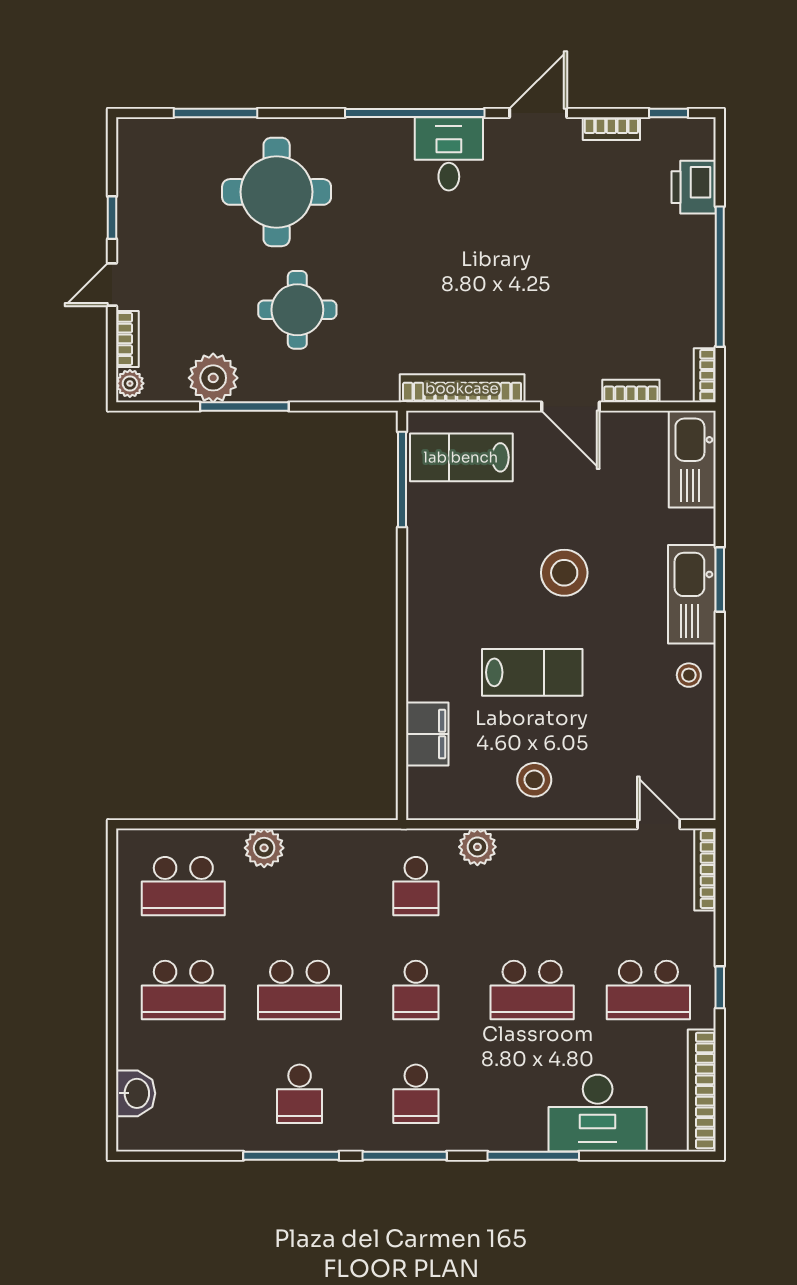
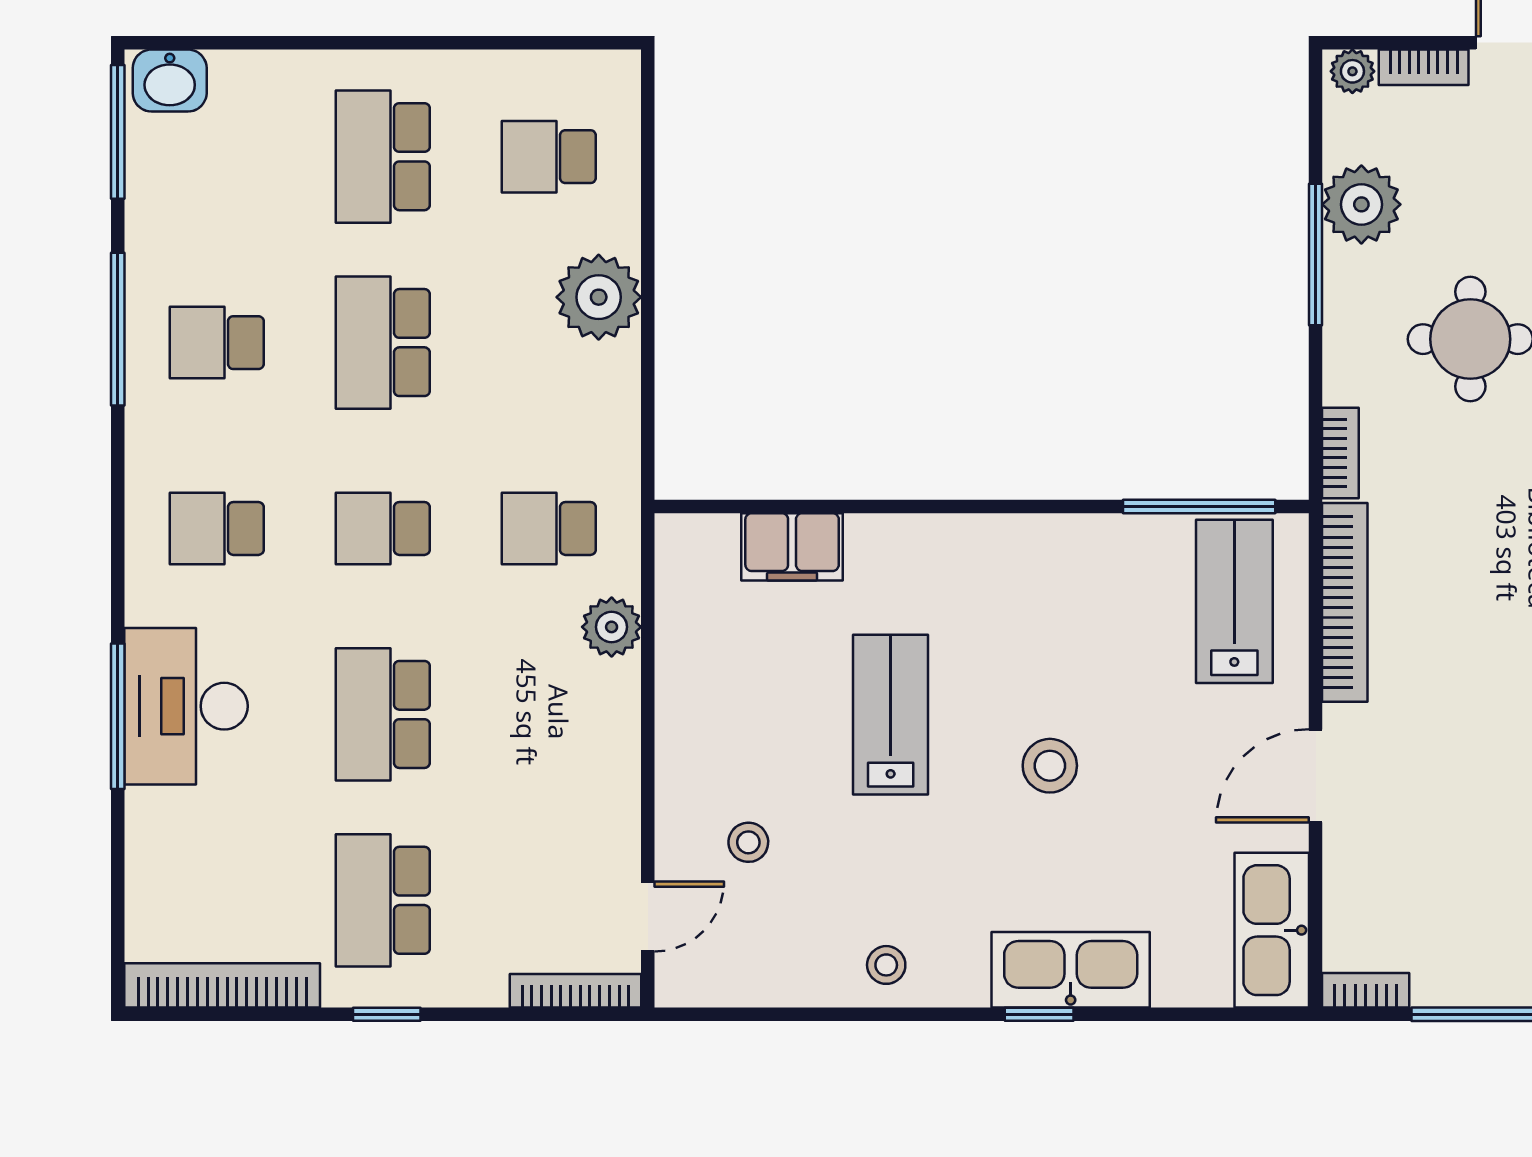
bookcase: (631, 391) -> (1340, 453), moved
kitchen sink: (692, 459) -> (1272, 930), moved, turned -90
stool: (564, 573) -> (1050, 766), width x0.73, depth x0.73
window: (720, 579) -> (1039, 1014), width x0.67
kitchen sink: (692, 594) -> (1071, 970), moved
lab bench: (532, 672) -> (891, 715), turned 180
stool: (534, 780) -> (748, 842), moved, width x0.73, depth x0.73
plant: (264, 848) -> (599, 297), width x1.36, depth x1.36
school desk: (183, 886) -> (549, 157), width x0.54
washbasin: (136, 1093) -> (170, 81), moved
desk: (598, 1113) -> (186, 706), moved
window: (405, 1156) -> (118, 132), moved

